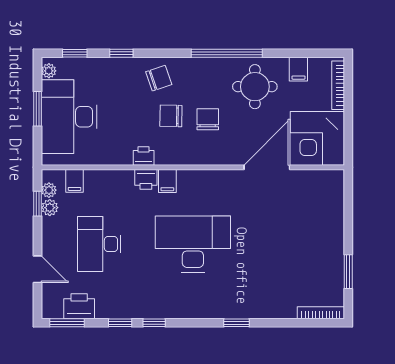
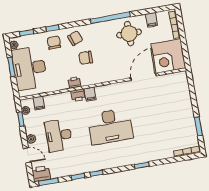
chair: (208, 119) -> (54, 43), moved
plant: (50, 208) -> (31, 139), moved
desk: (193, 244) -> (110, 126), turned 180
printer: (79, 306) -> (41, 174), moved

